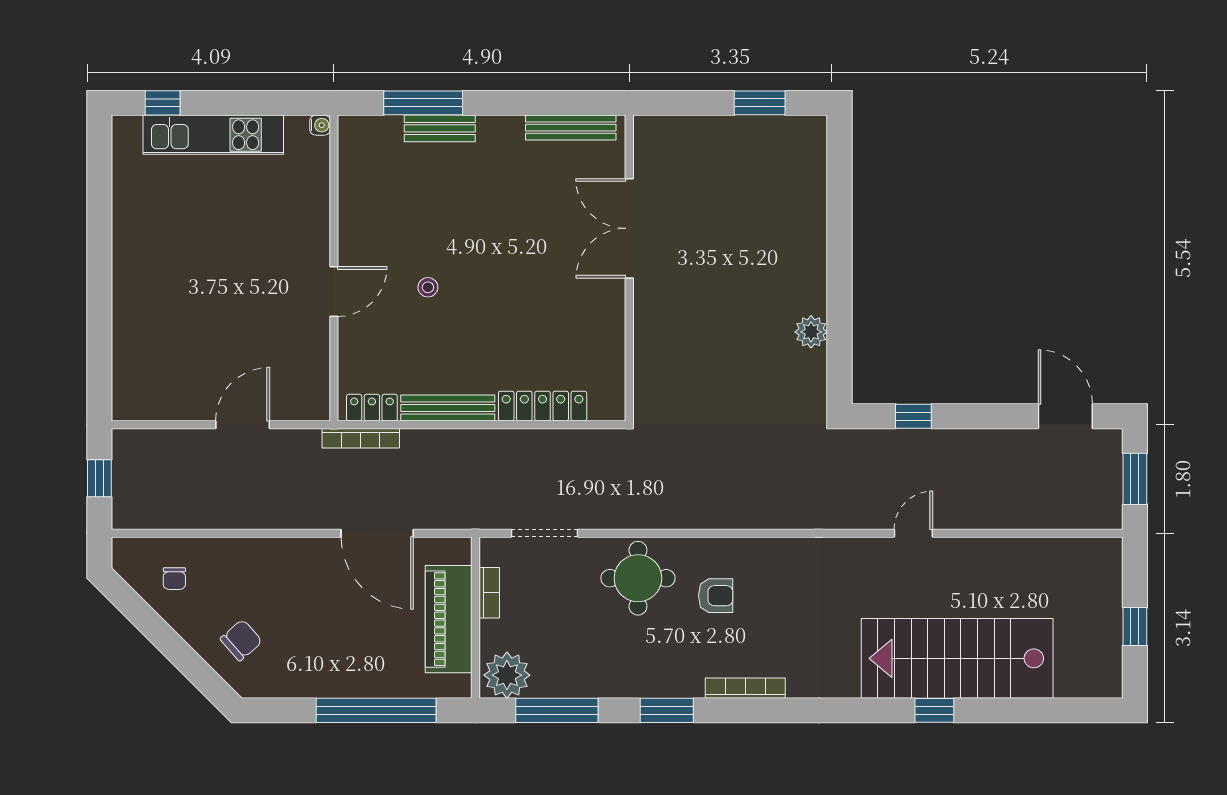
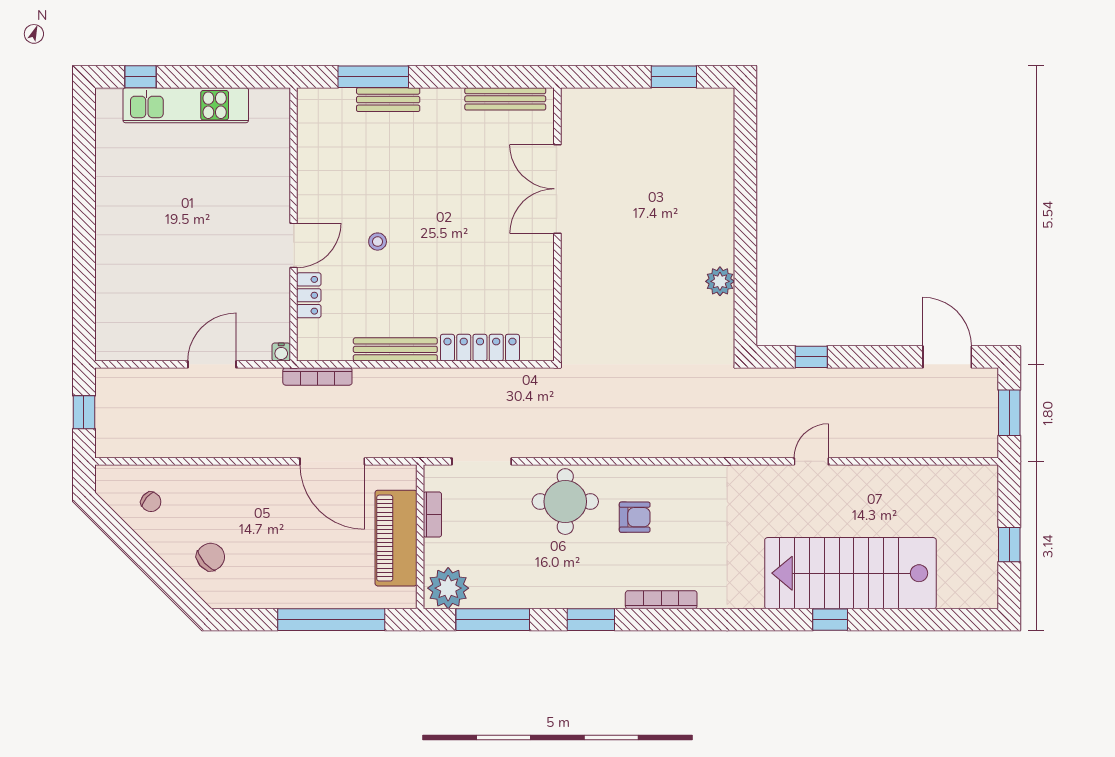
water cooler: (320, 125) -> (281, 352), moved, turned 90
locker: (372, 408) -> (309, 295), moved, turned 90
chair: (174, 579) -> (151, 502), turned -50

